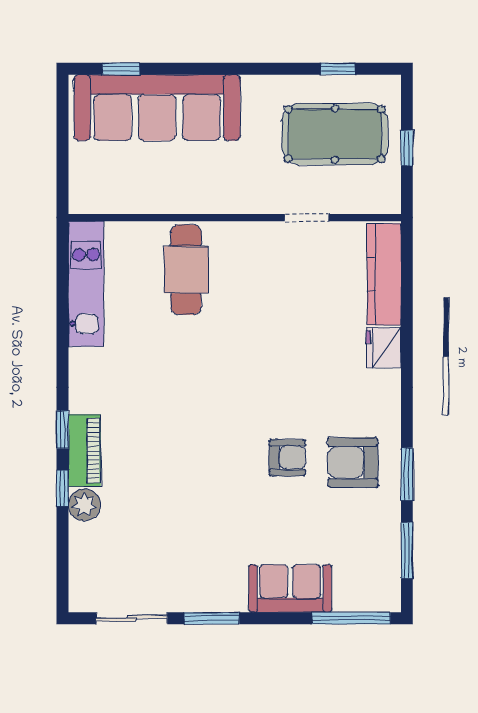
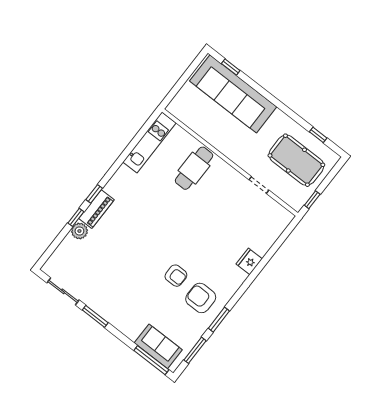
window: (407, 148) -> (312, 200), moved
kitchen counter: (384, 274) -> (272, 232), removed
sofa: (290, 588) -> (158, 346), moved

